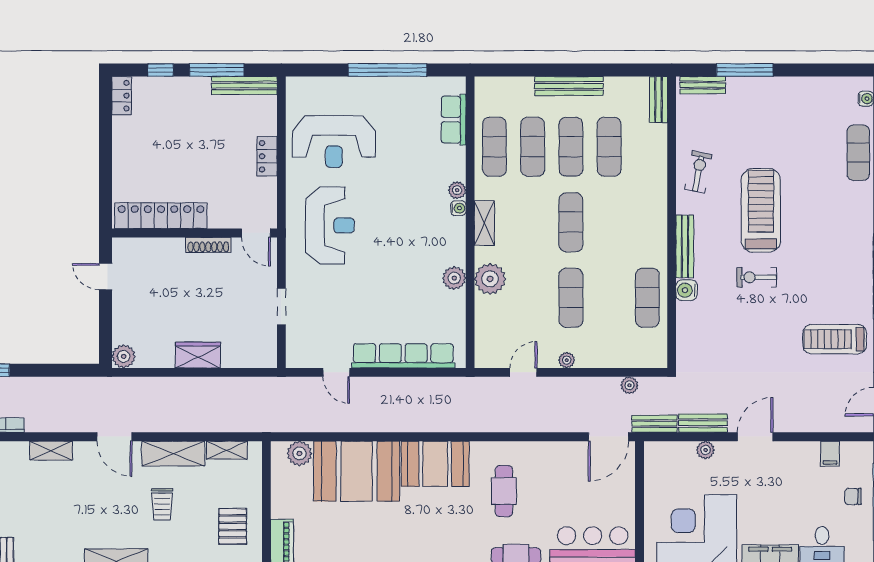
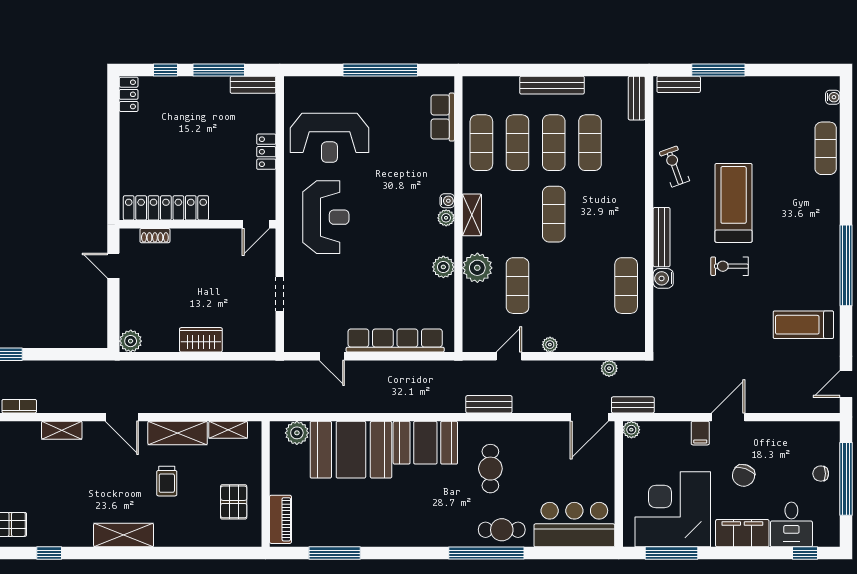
bench: (244, 86) -> (253, 85), width x0.73
exercise bike: (698, 172) -> (674, 166), turned -31
plant: (457, 190) -> (446, 218), moved
door: (256, 233) -> (256, 224), hinge flipped
shoe rack: (208, 245) -> (155, 236), moved, width x0.70
exercise mat: (571, 298) -> (518, 286), moved
bench: (703, 423) -> (489, 404), moved
plant: (706, 450) -> (631, 430), moved
filing cabinet: (830, 454) -> (700, 433), moved
chair: (771, 498) -> (744, 475), added

